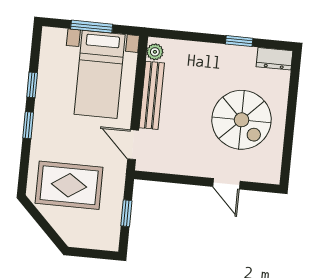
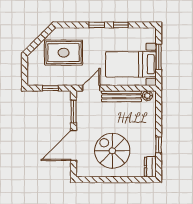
spiral stairs: (242, 120) -> (112, 151), turned 90
window: (169, 178) -> (74, 111), added
door: (226, 184) -> (74, 146), width x1.87
rug: (69, 185) -> (64, 53), turned 90

